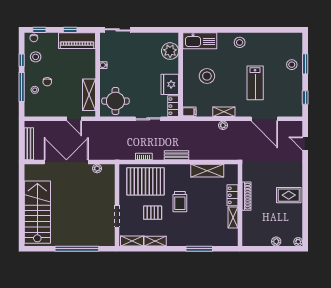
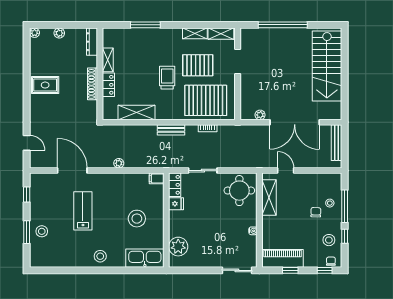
fridge: (170, 84) -> (176, 204), width x0.53, depth x0.75
shelving: (224, 112) -> (118, 178), removed
pallet: (153, 213) -> (198, 65), width x1.50, depth x1.42
dresser: (247, 234) -> (92, 42), added

